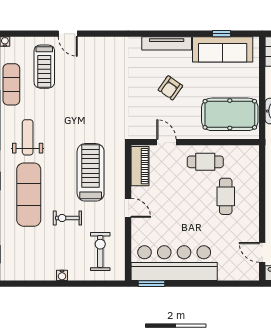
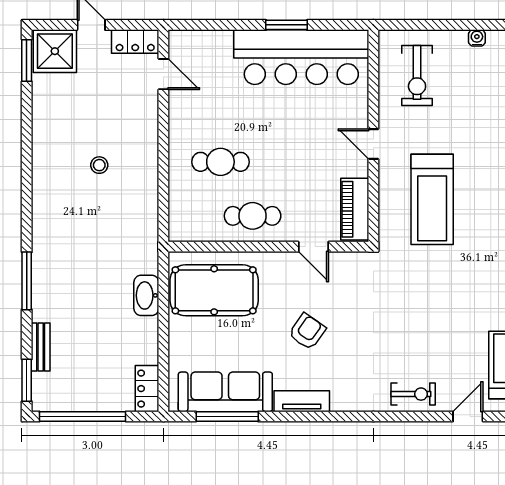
door: (68, 34) -> (468, 417), hinge flipped
window: (221, 34) -> (227, 417), width x2.17
tv unit: (167, 43) -> (302, 401), width x0.71
cafe table: (226, 196) -> (220, 162), turned 90
exercise bike: (67, 218) -> (413, 394), moved
window: (152, 284) -> (287, 25), moved

